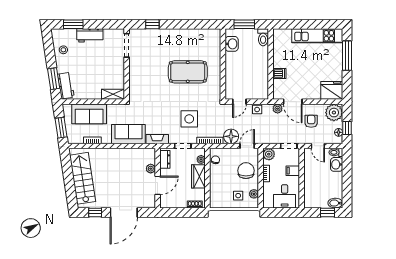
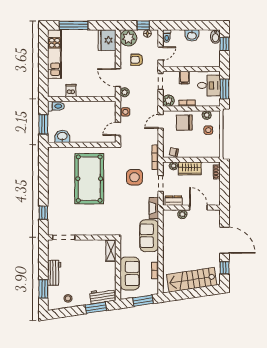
pool table: (188, 72) -> (89, 179), width x1.36, depth x1.32
dishwasher: (279, 73) -> (71, 90), moved
door: (239, 102) -> (118, 129), swing flipped
door: (293, 102) -> (118, 78), swing flipped
floor lamp: (231, 136) -> (151, 137), removed
door: (247, 146) -> (161, 122), hinge flipped
washbasin: (337, 164) -> (192, 35), moved
window: (281, 212) -> (225, 89), added

